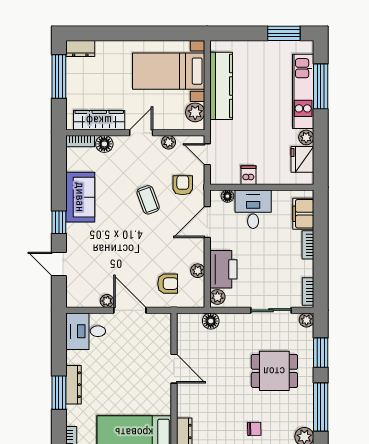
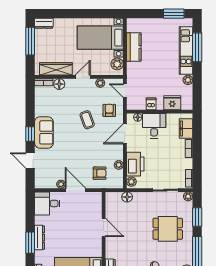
kitchen counter: (221, 86) -> (134, 47), width x0.67
fridge: (302, 159) -> (172, 103), moved, turned 90
sofa: (80, 197) -> (44, 132), moved

